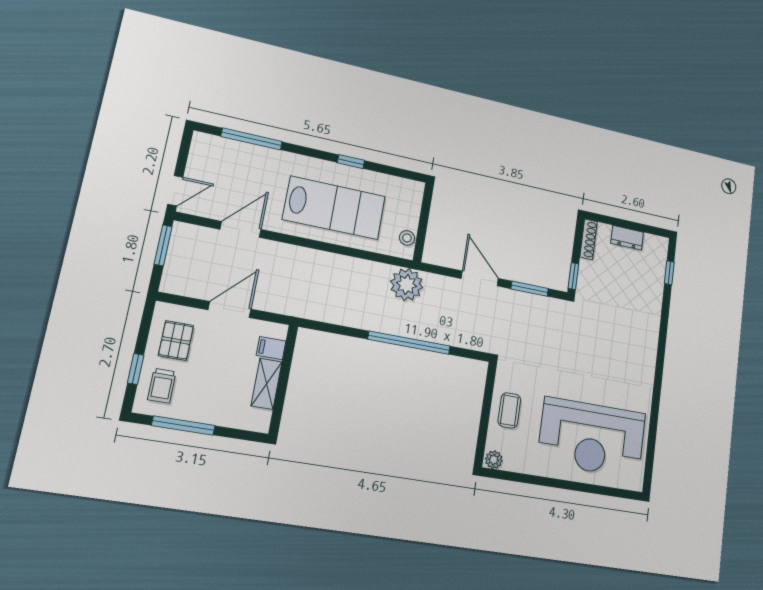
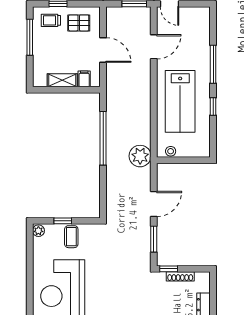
window: (252, 139) -> (213, 64), moved
door: (241, 229) -> (154, 47), hinge flipped
shoe rack: (588, 239) -> (180, 276), moved
window: (409, 343) -> (103, 138), moved
coffee table: (509, 410) -> (71, 237), turned 90
window: (485, 420) -> (63, 221), added

